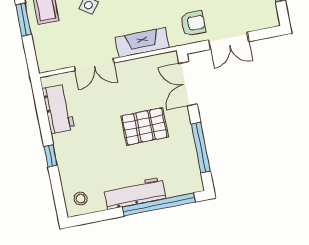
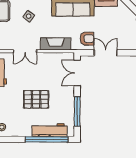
double door: (229, 41) -> (106, 53), swing flipped
pallet: (144, 126) -> (36, 99), moved
workbench: (135, 193) -> (49, 130), moved

